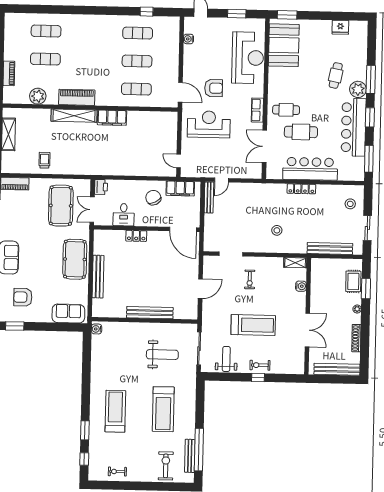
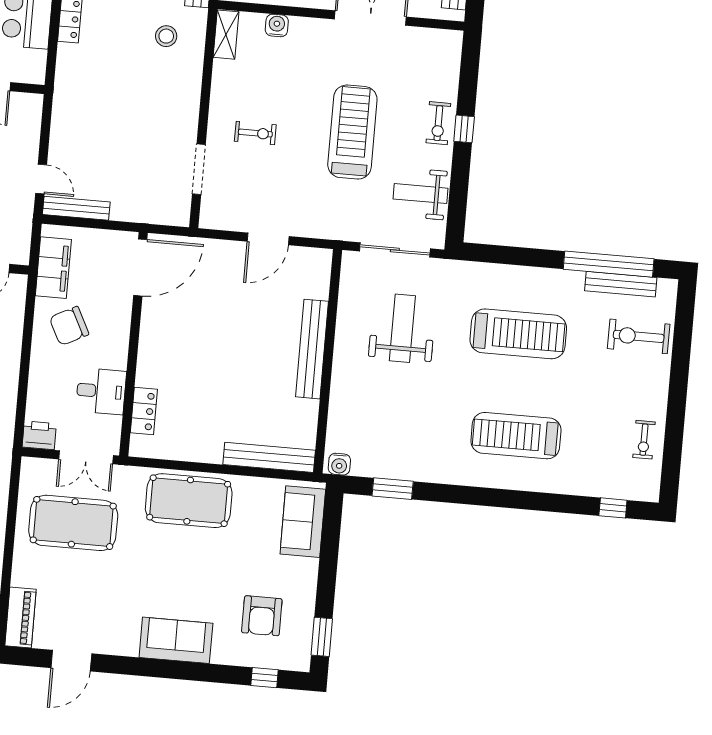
stool: (277, 230) -> (166, 36), moved
locker: (136, 236) -> (144, 411), moved
bench: (98, 277) -> (269, 457), moved
door: (200, 289) -> (268, 239), swing flipped
window: (85, 430) -> (393, 489), moved

